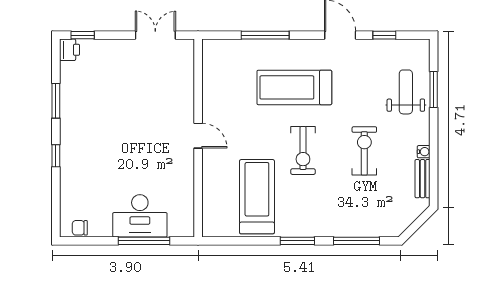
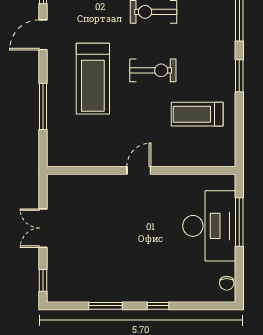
double door: (155, 35) -> (43, 228), moved
printer: (70, 50) -> (57, 293), removed
treadmill: (257, 197) -> (197, 114), width x0.73, depth x0.73
desk: (140, 216) -> (209, 226), width x1.36, depth x1.30

